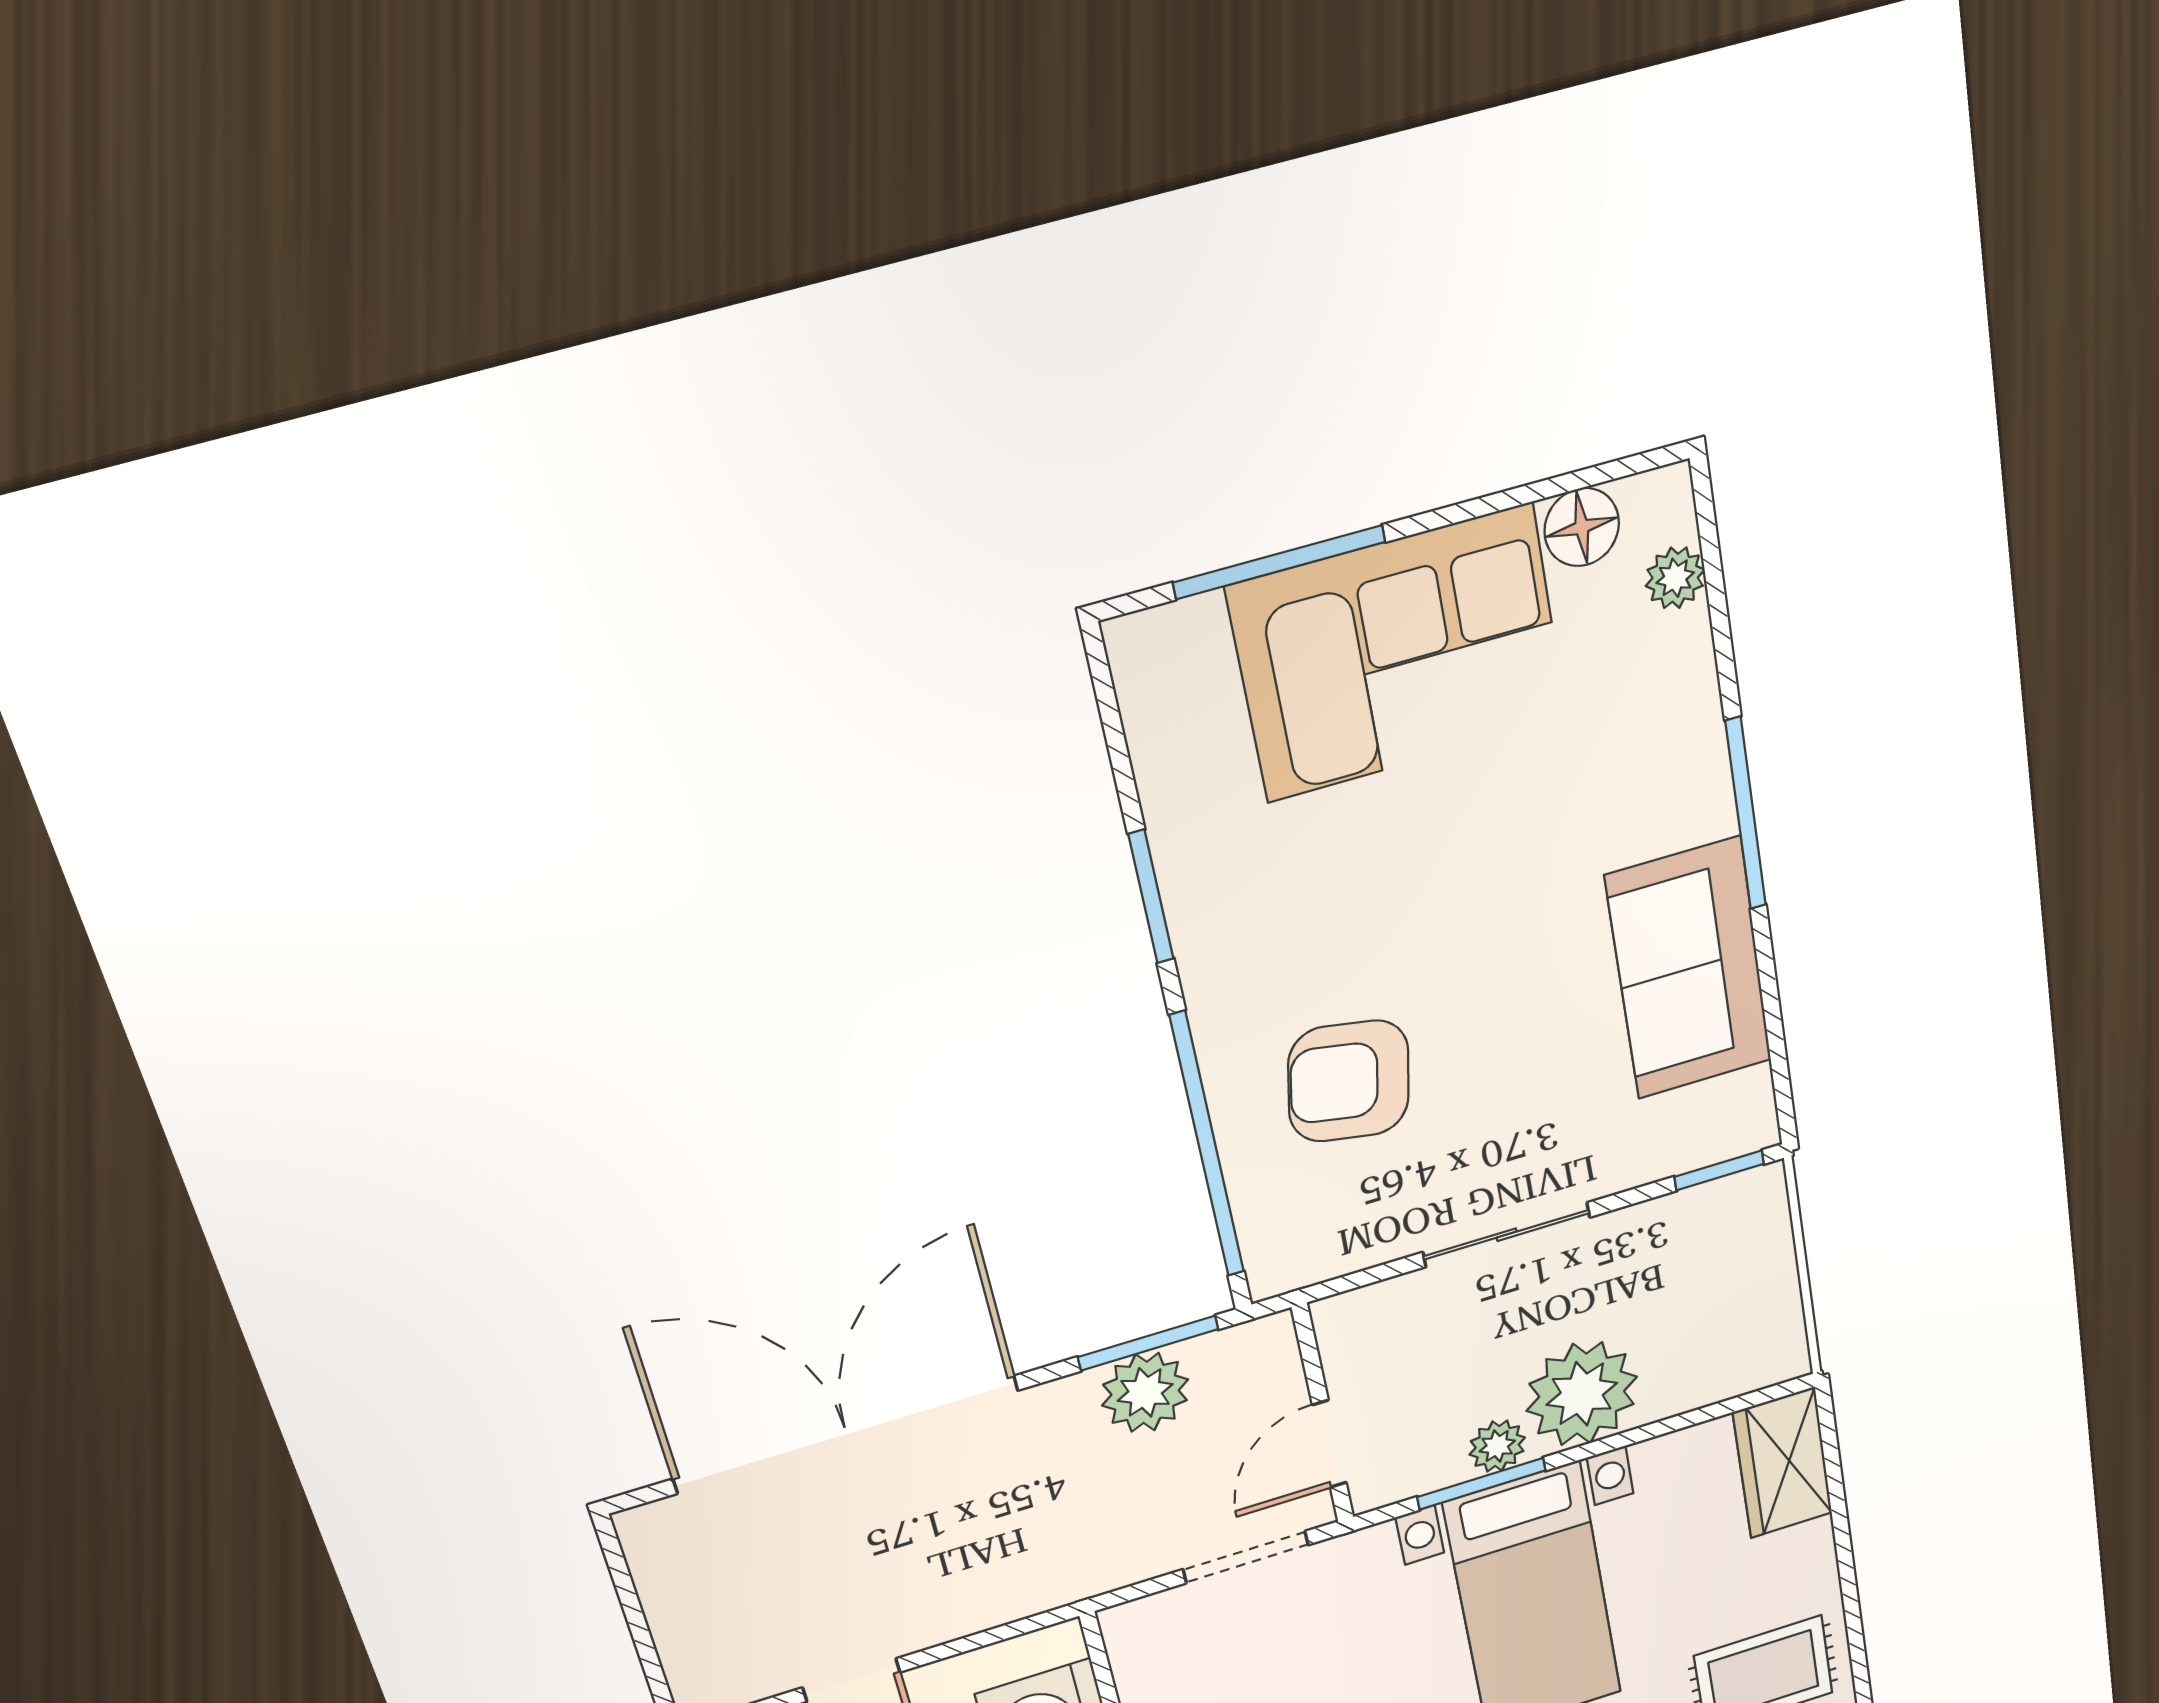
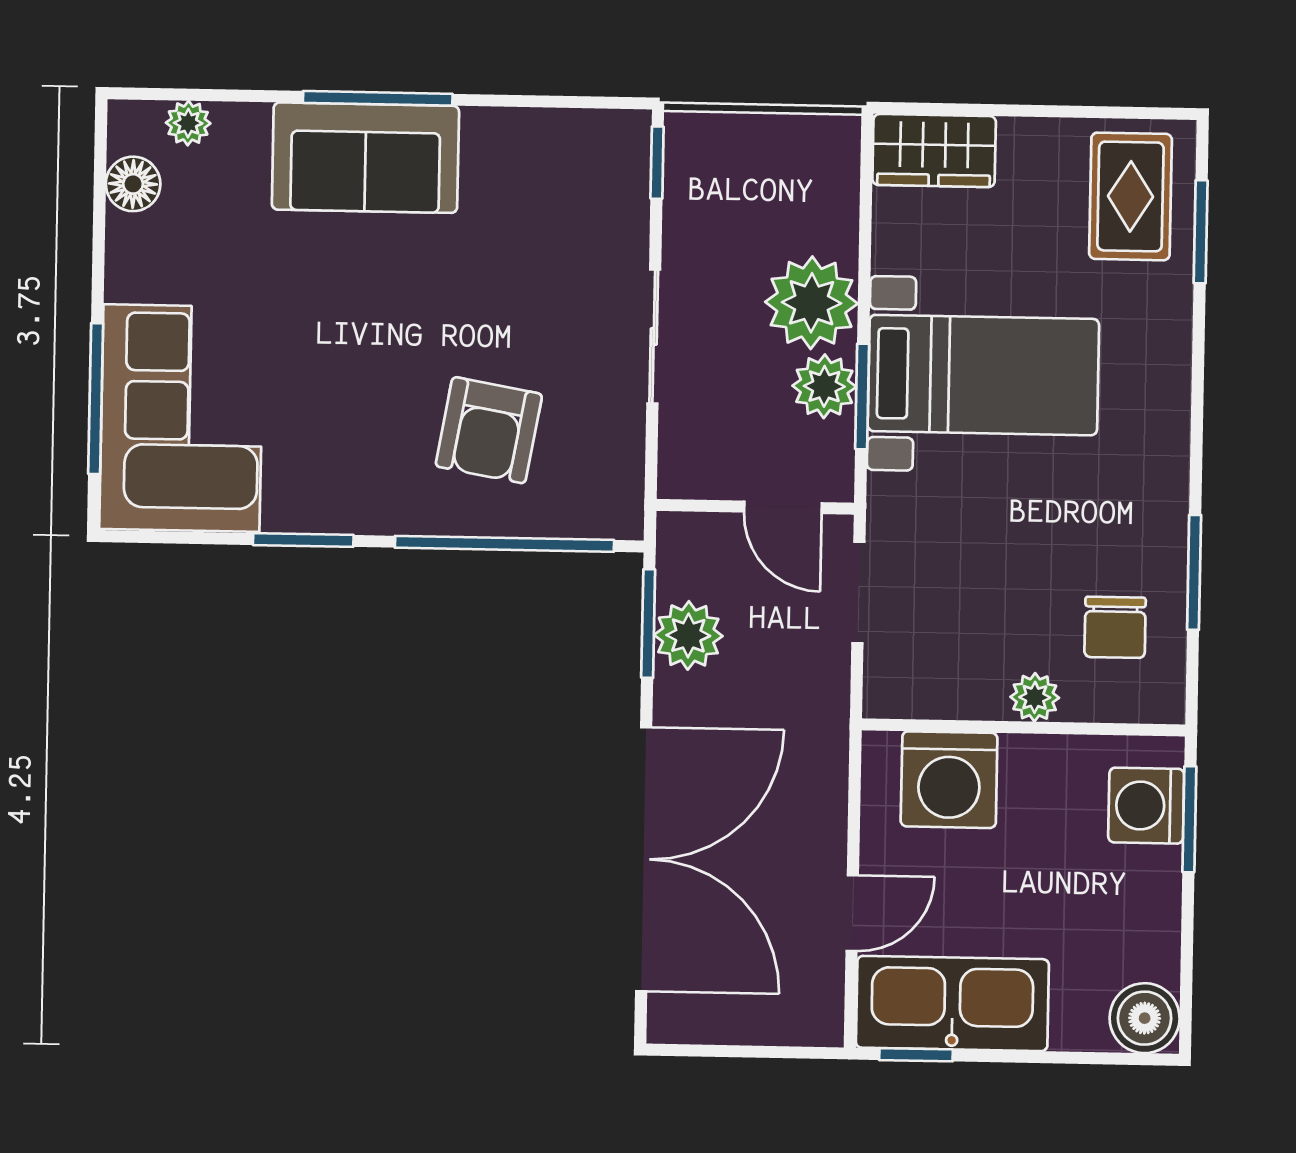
corner sofa: (1399, 654) -> (181, 418), moved
sofa: (1689, 969) -> (365, 158), moved
double door: (847, 1434) -> (644, 859), swing flipped
plant: (1497, 1446) -> (824, 386), width x1.38, depth x1.38

